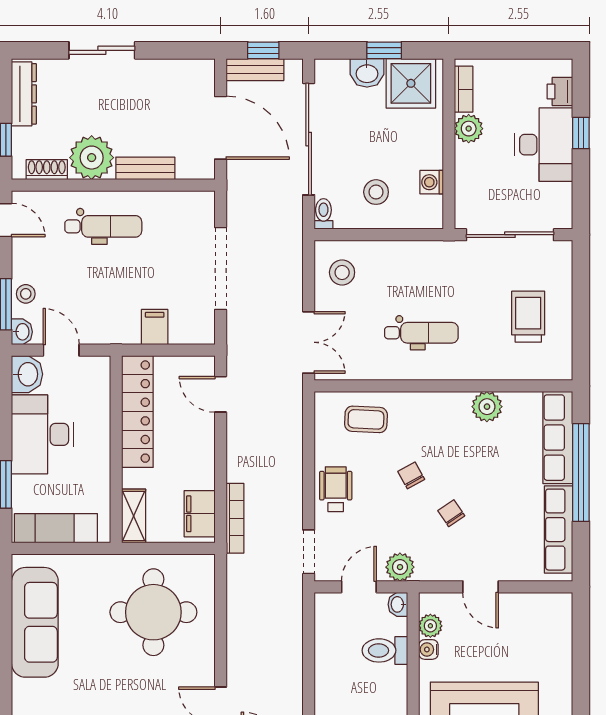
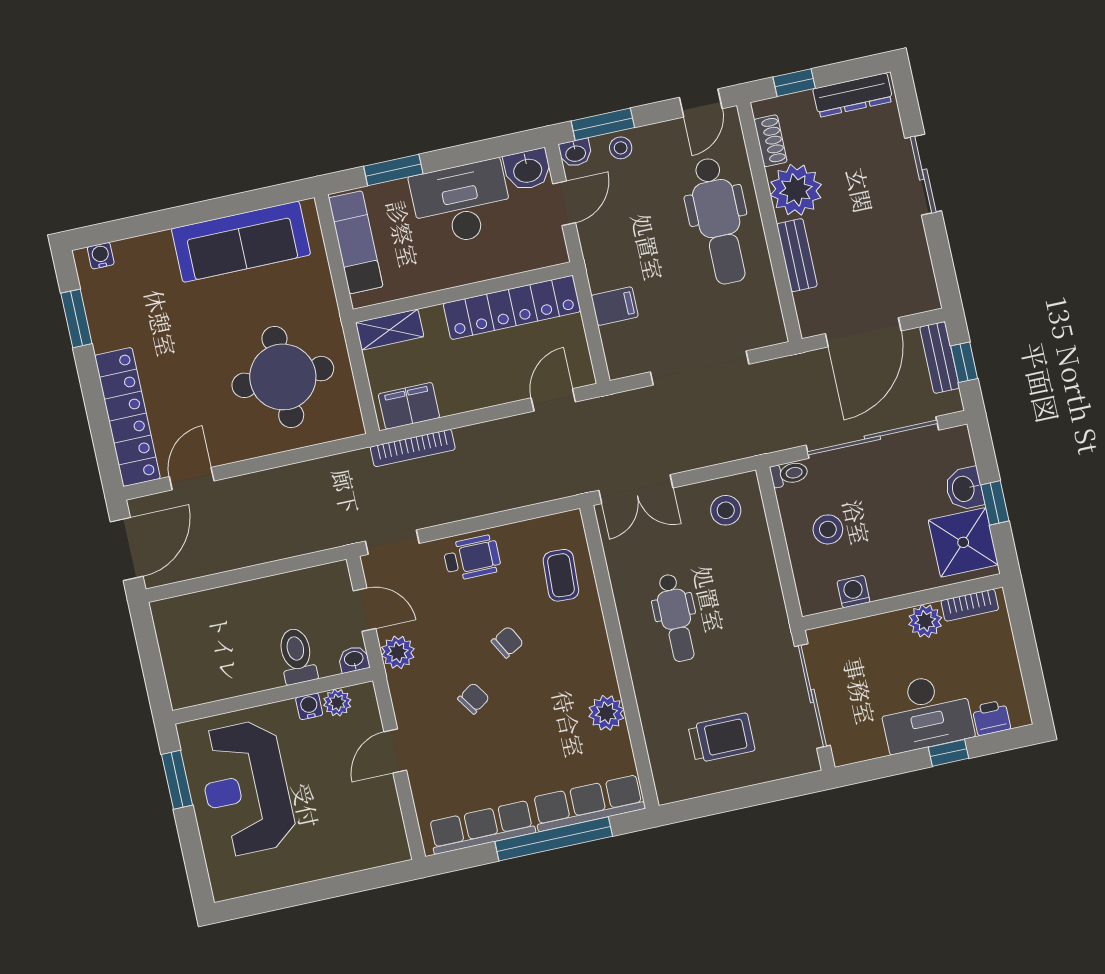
dental chair: (103, 226) -> (719, 221), width x1.36, depth x1.38

